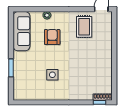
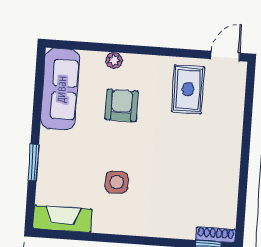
fireplace: (27, 94) -> (63, 219), added

